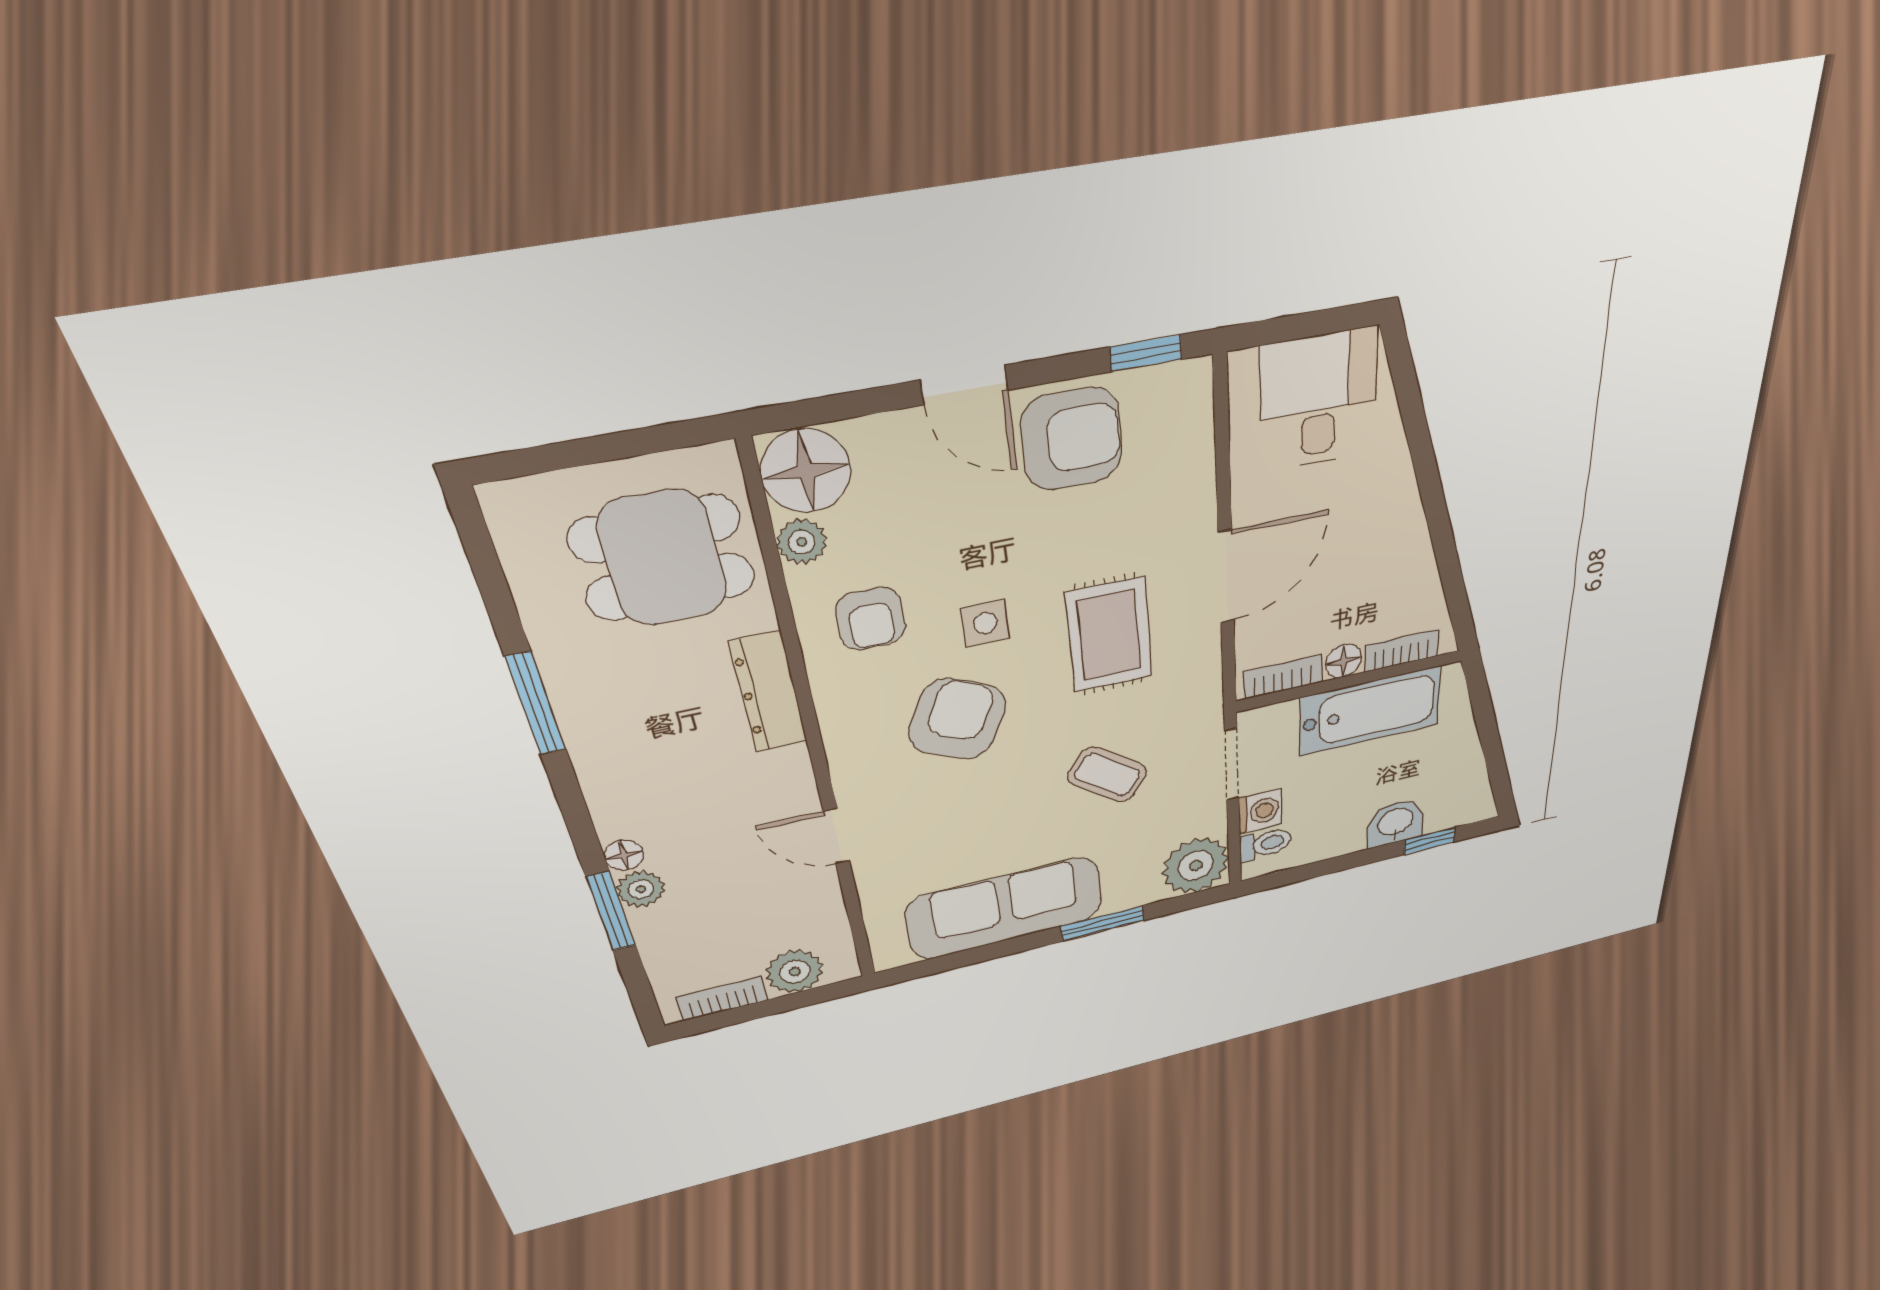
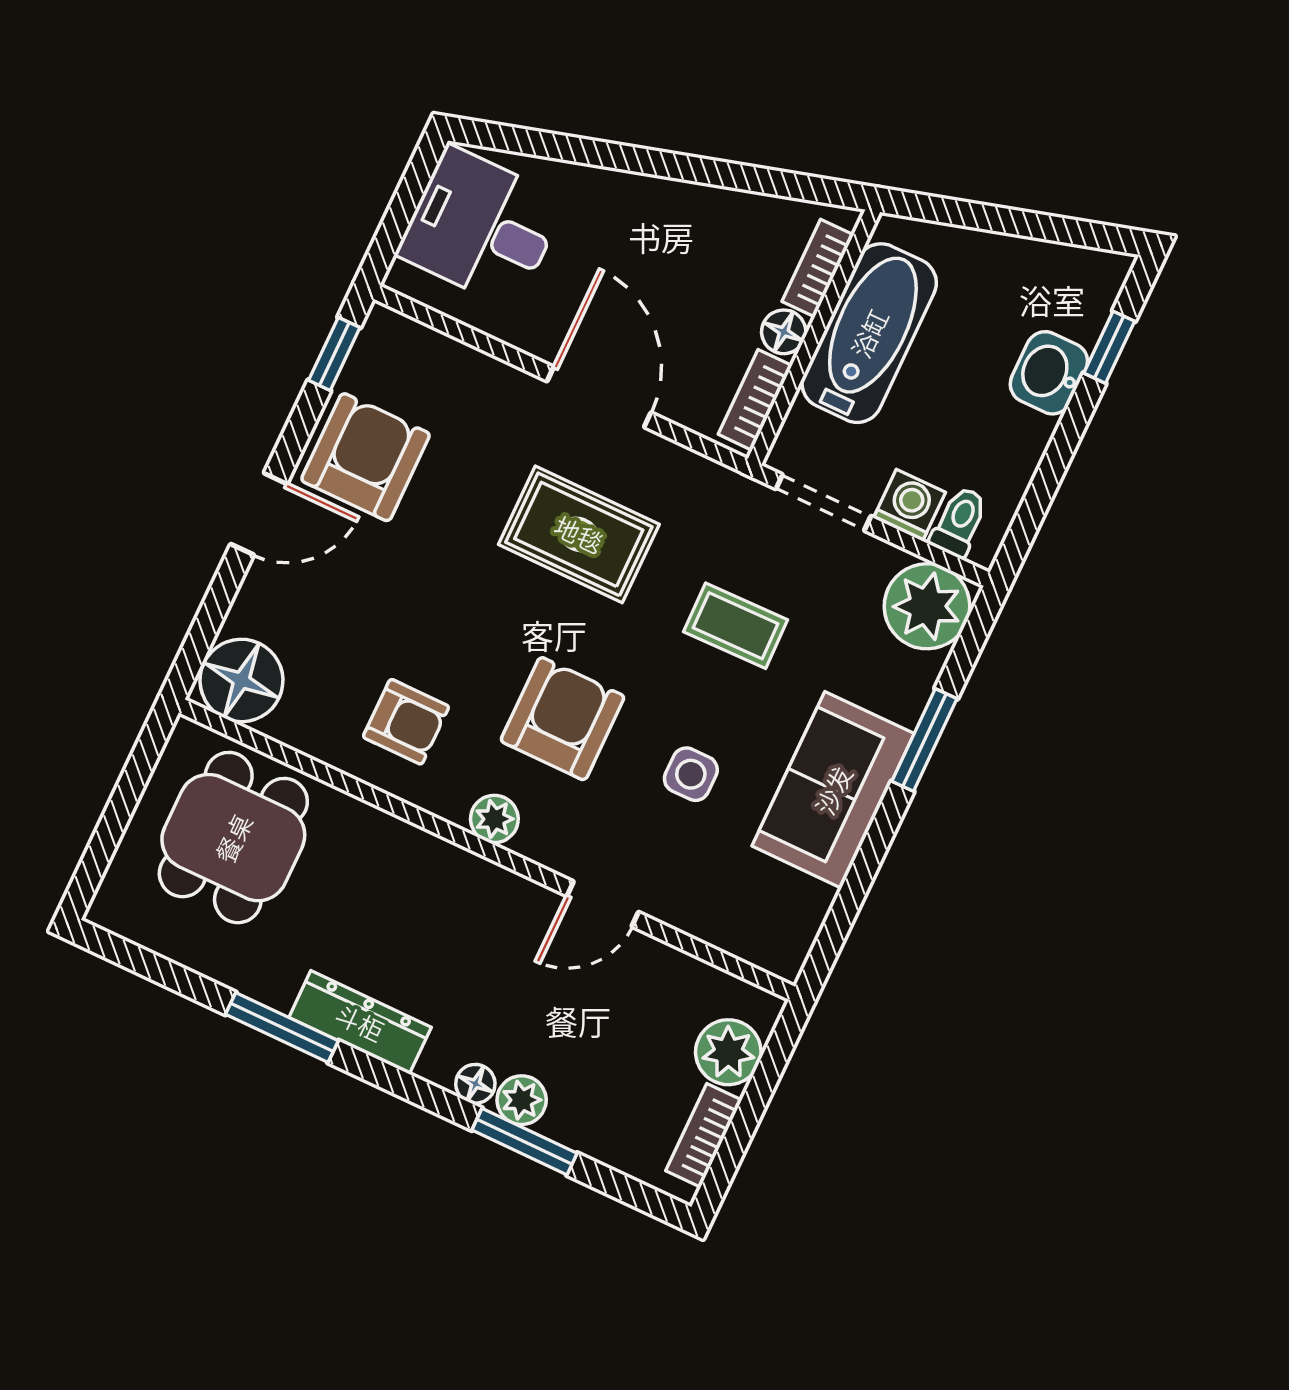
plant: (802, 542) -> (494, 819), moved
side table: (985, 623) -> (691, 774), moved
dresser: (768, 692) -> (360, 1022), moved, turned 180
armchair: (957, 719) -> (563, 719), turned 64
coffee table: (1107, 774) -> (736, 626), turned 52
sofa: (1005, 908) -> (833, 790), width x0.73

